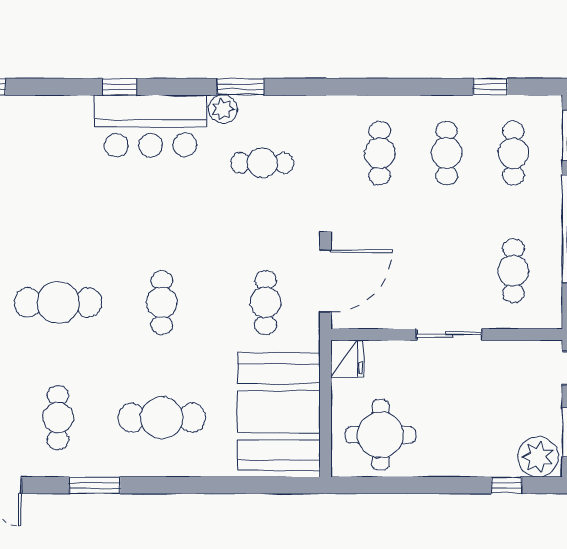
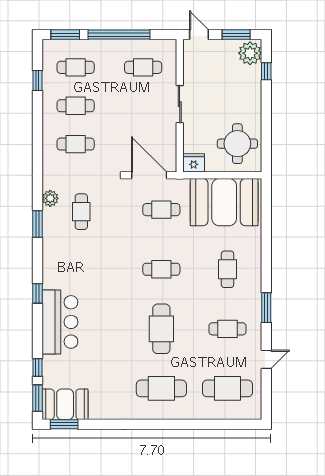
plant: (223, 109) -> (50, 198), moved
bar counter: (151, 126) -> (60, 322), moved
cafe table: (162, 418) -> (227, 269), width x0.73, depth x0.74

